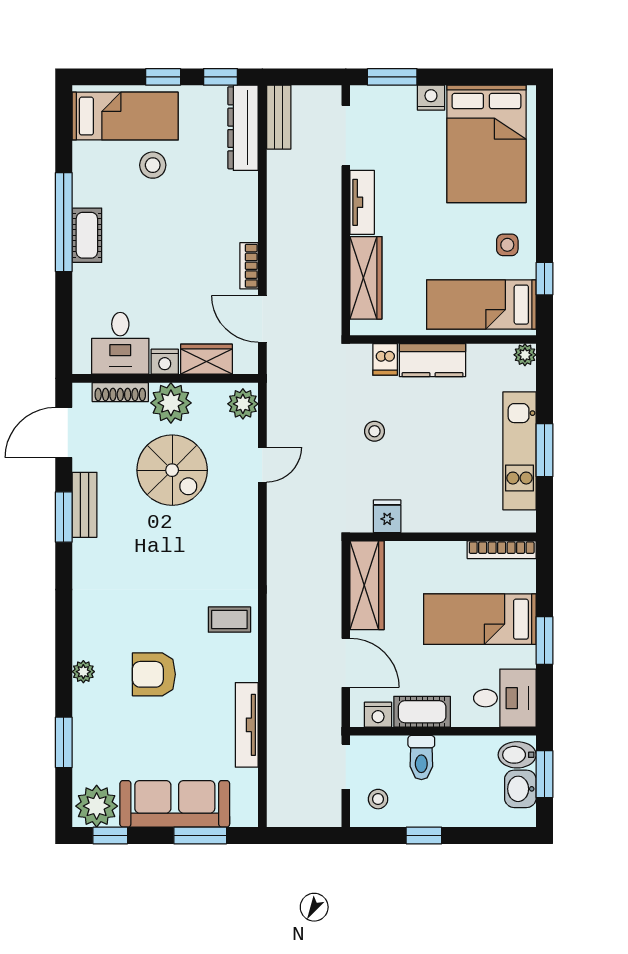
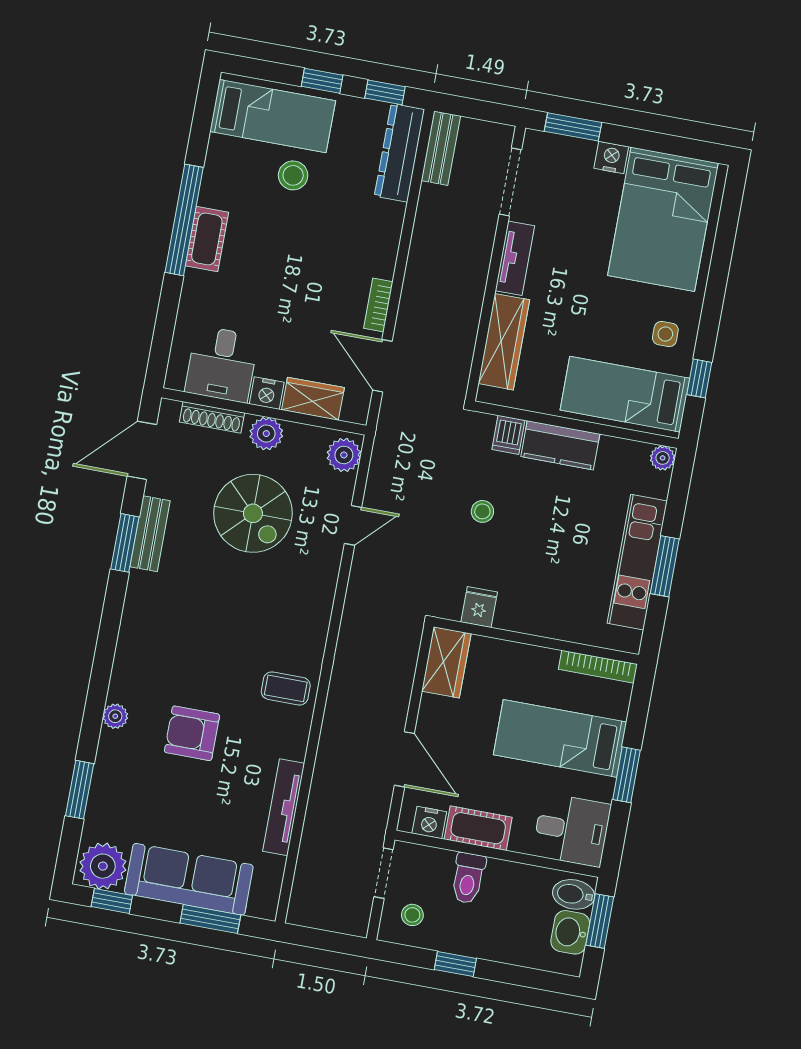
plant: (171, 403) -> (266, 434), width x0.73, depth x0.73
wardrobe: (367, 585) -> (446, 662), width x0.67

